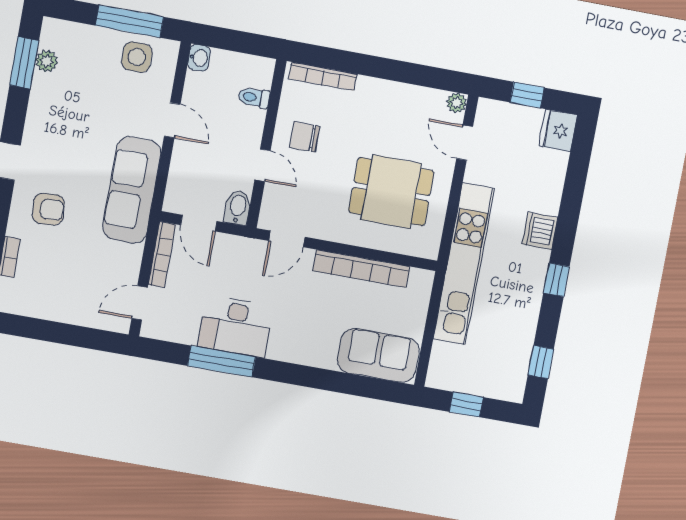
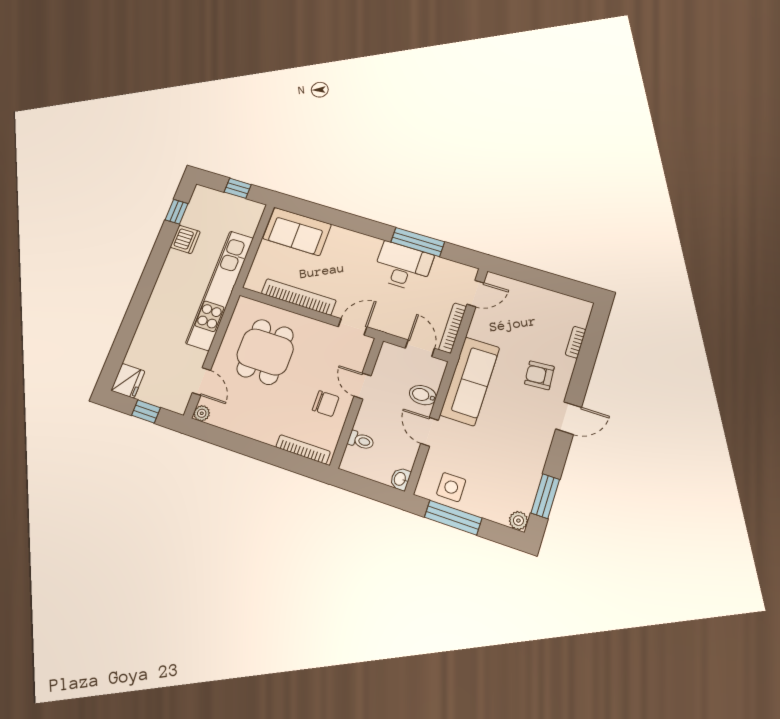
plant: (47, 61) -> (518, 521), moved
dining table: (391, 192) -> (265, 352), turned 90
bidet: (238, 208) -> (423, 395), moved, turned 90
dishwasher: (540, 231) -> (185, 239), moved
window: (556, 280) -> (153, 269), removed

